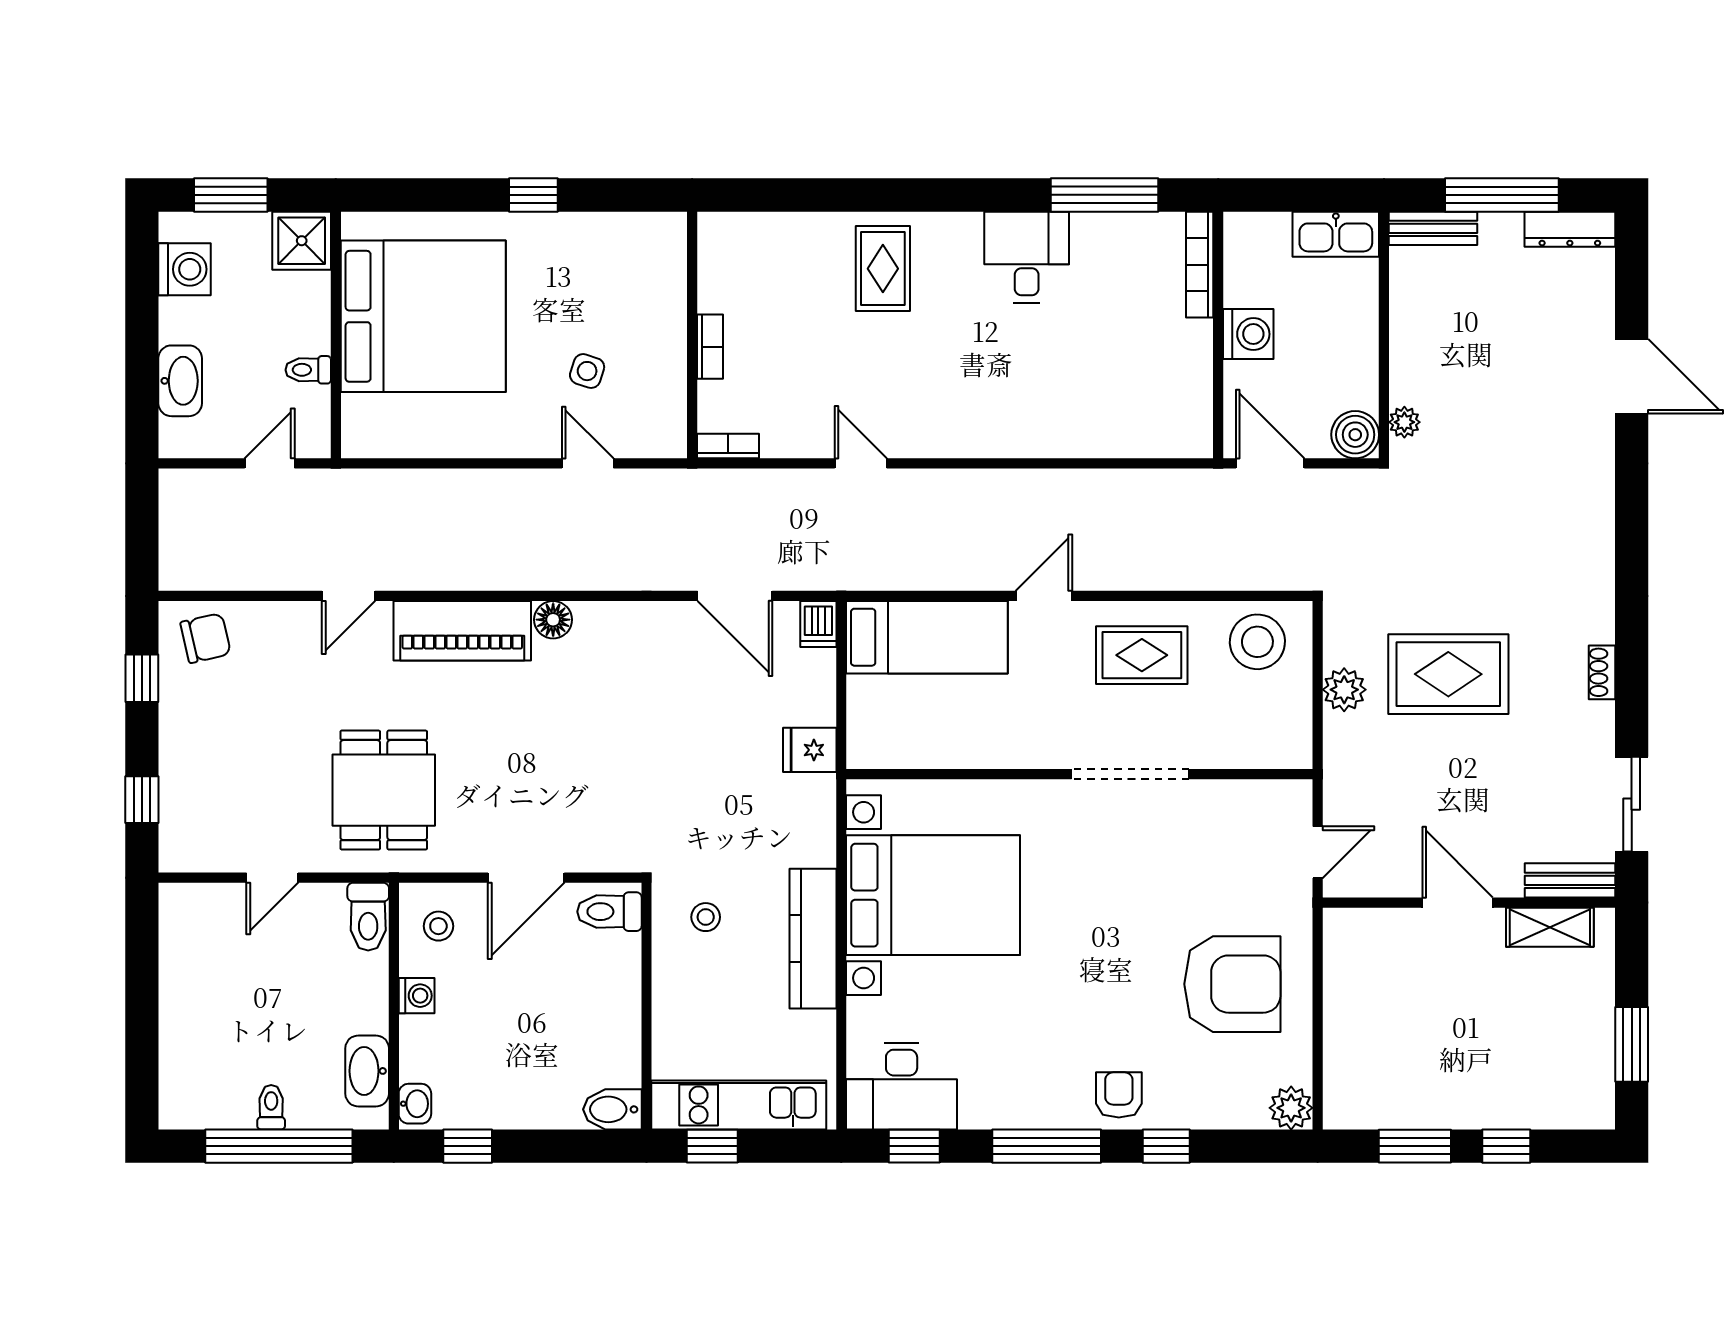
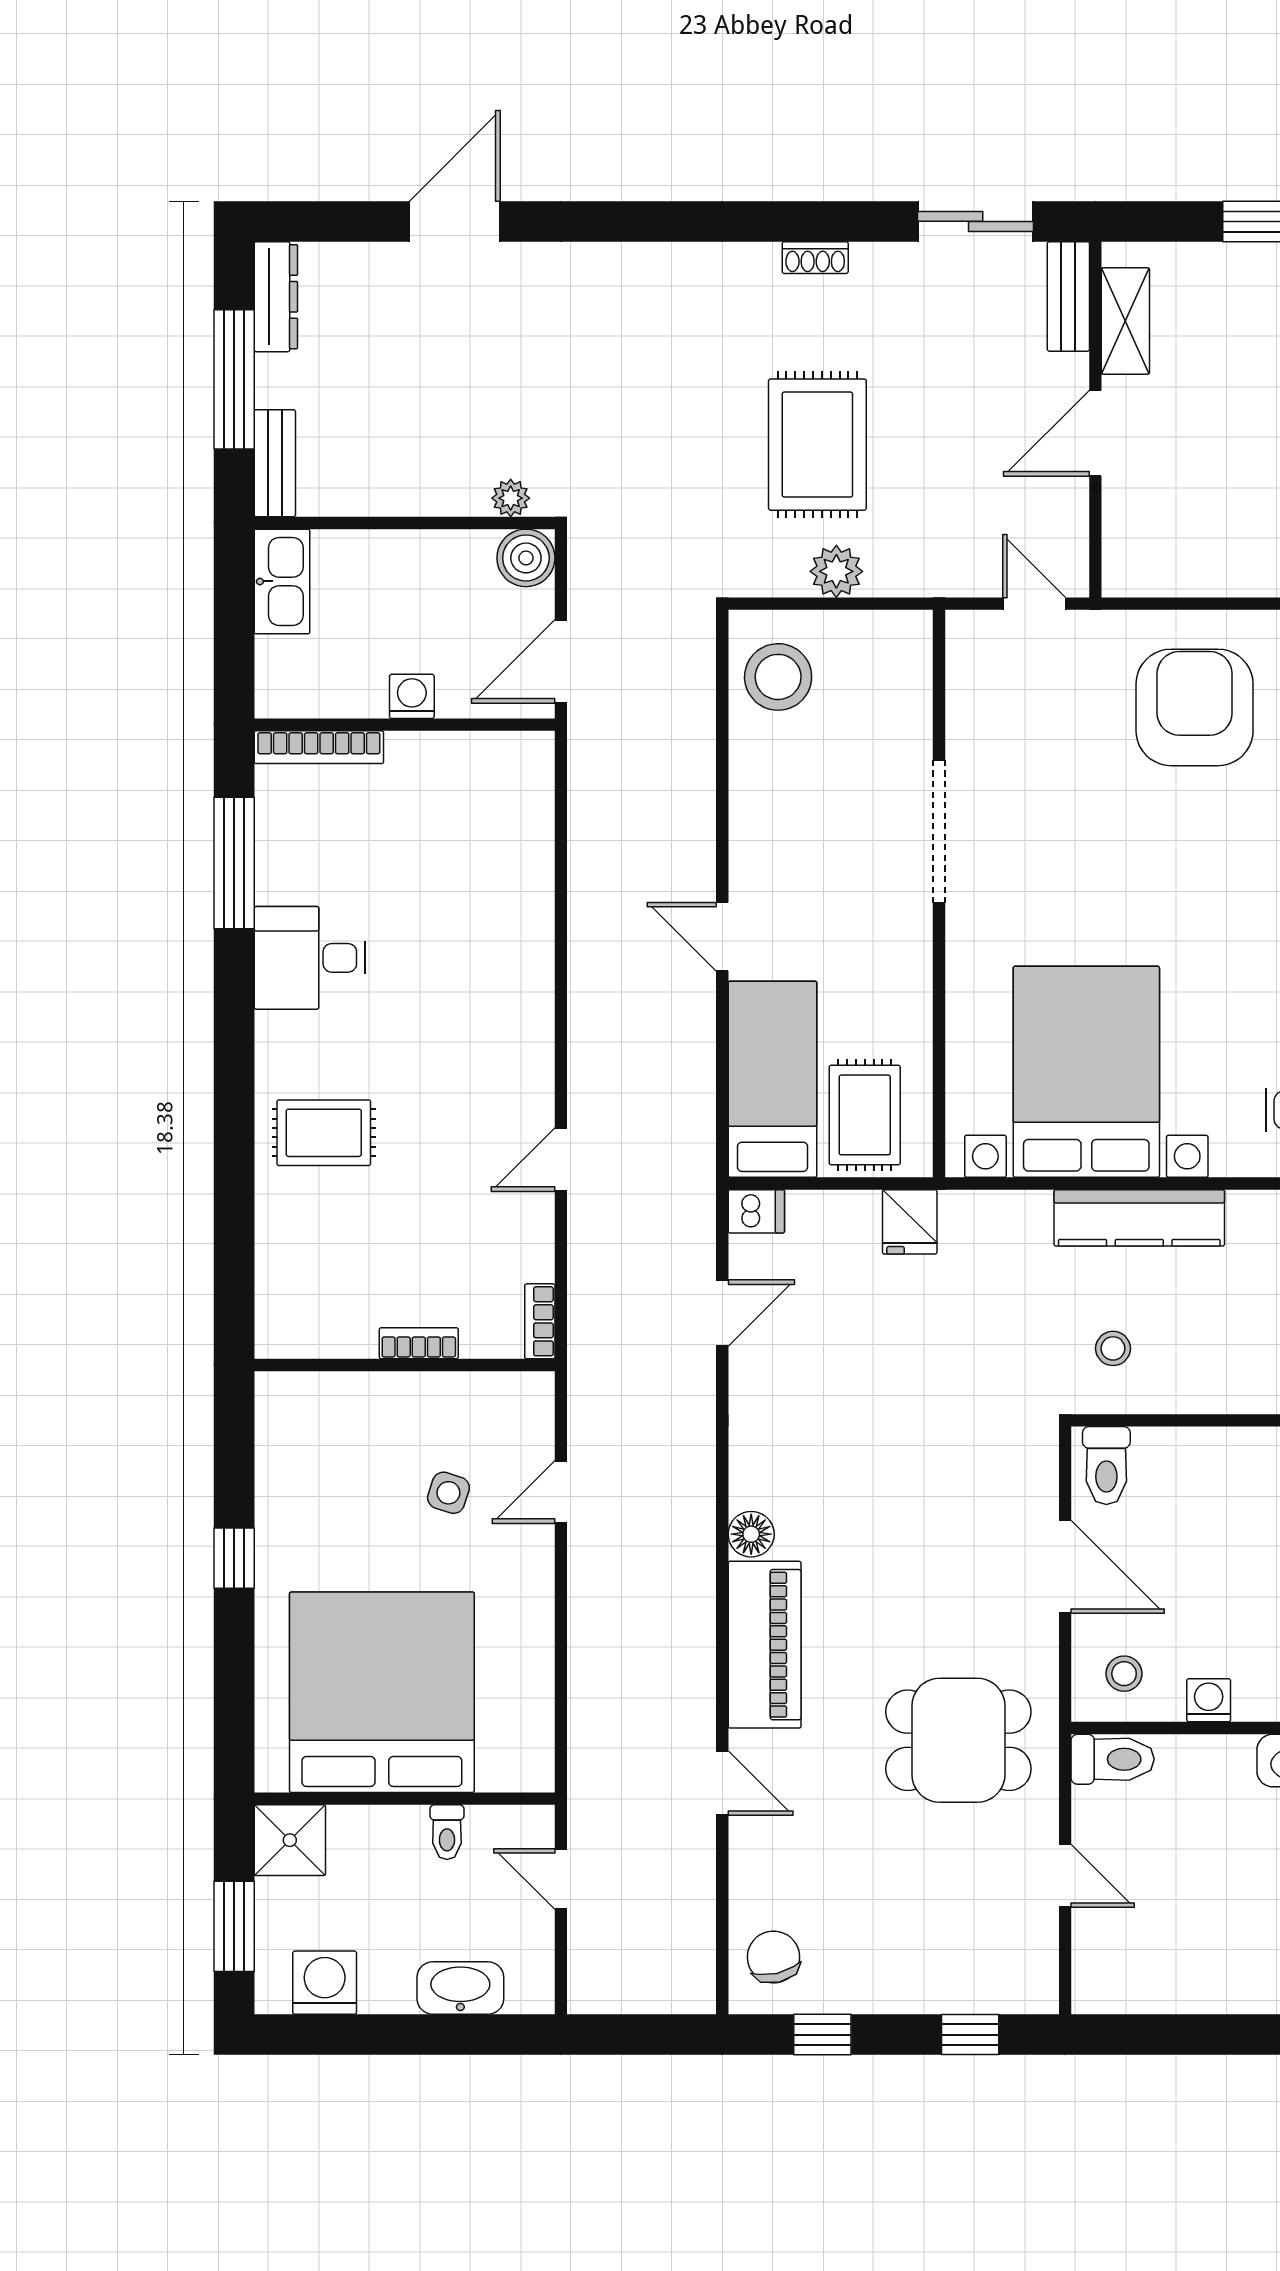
washing machine: (1248, 334) -> (412, 696), width x0.73, depth x0.73
door: (735, 596) -> (722, 1313), width x0.73
rug: (1142, 655) -> (865, 1115), moved

